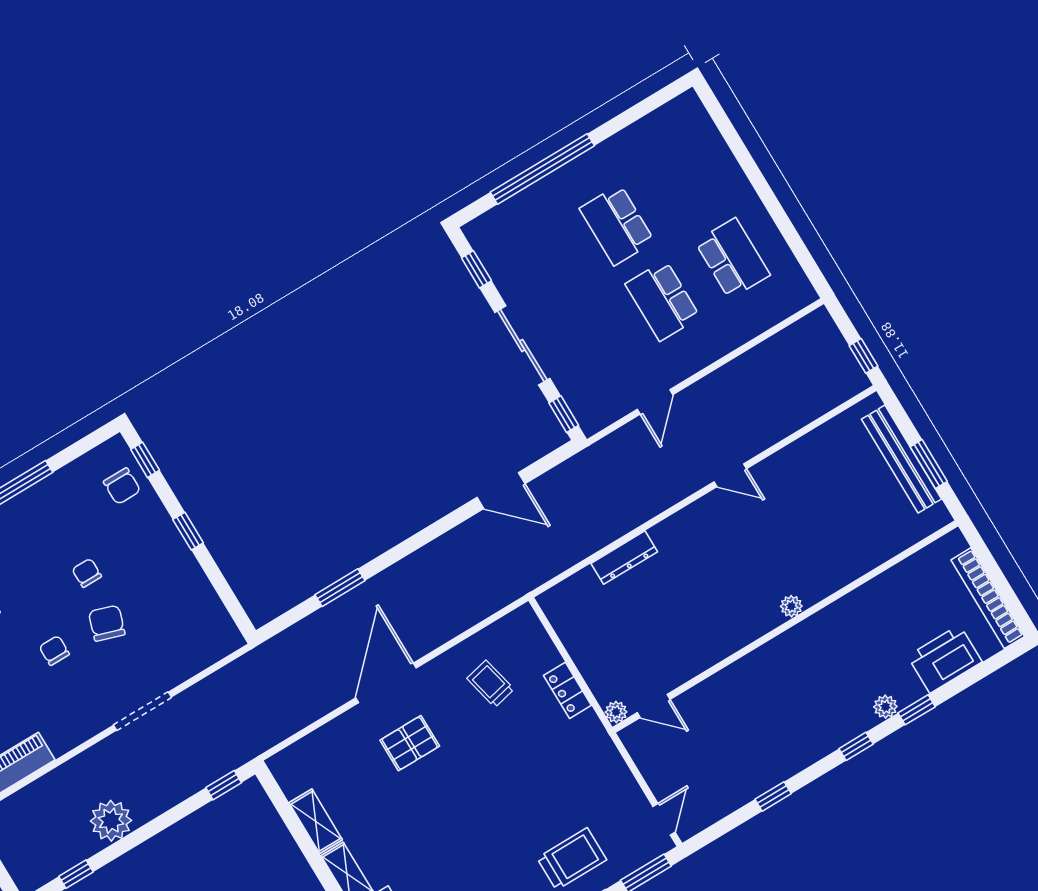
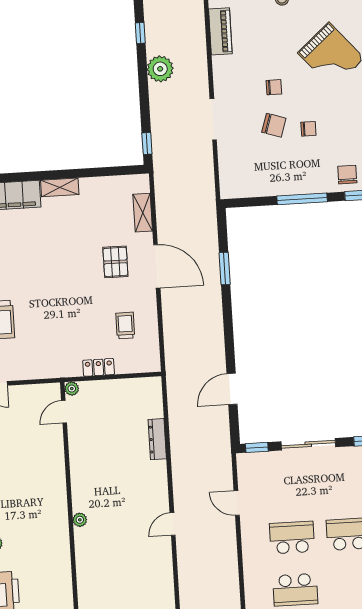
chair: (122, 486) -> (347, 175), turned 90
window: (188, 531) -> (302, 199), width x2.17
trolley: (490, 684) -> (125, 326), turned -77
shelving: (316, 821) -> (143, 213), moved, turned 90

